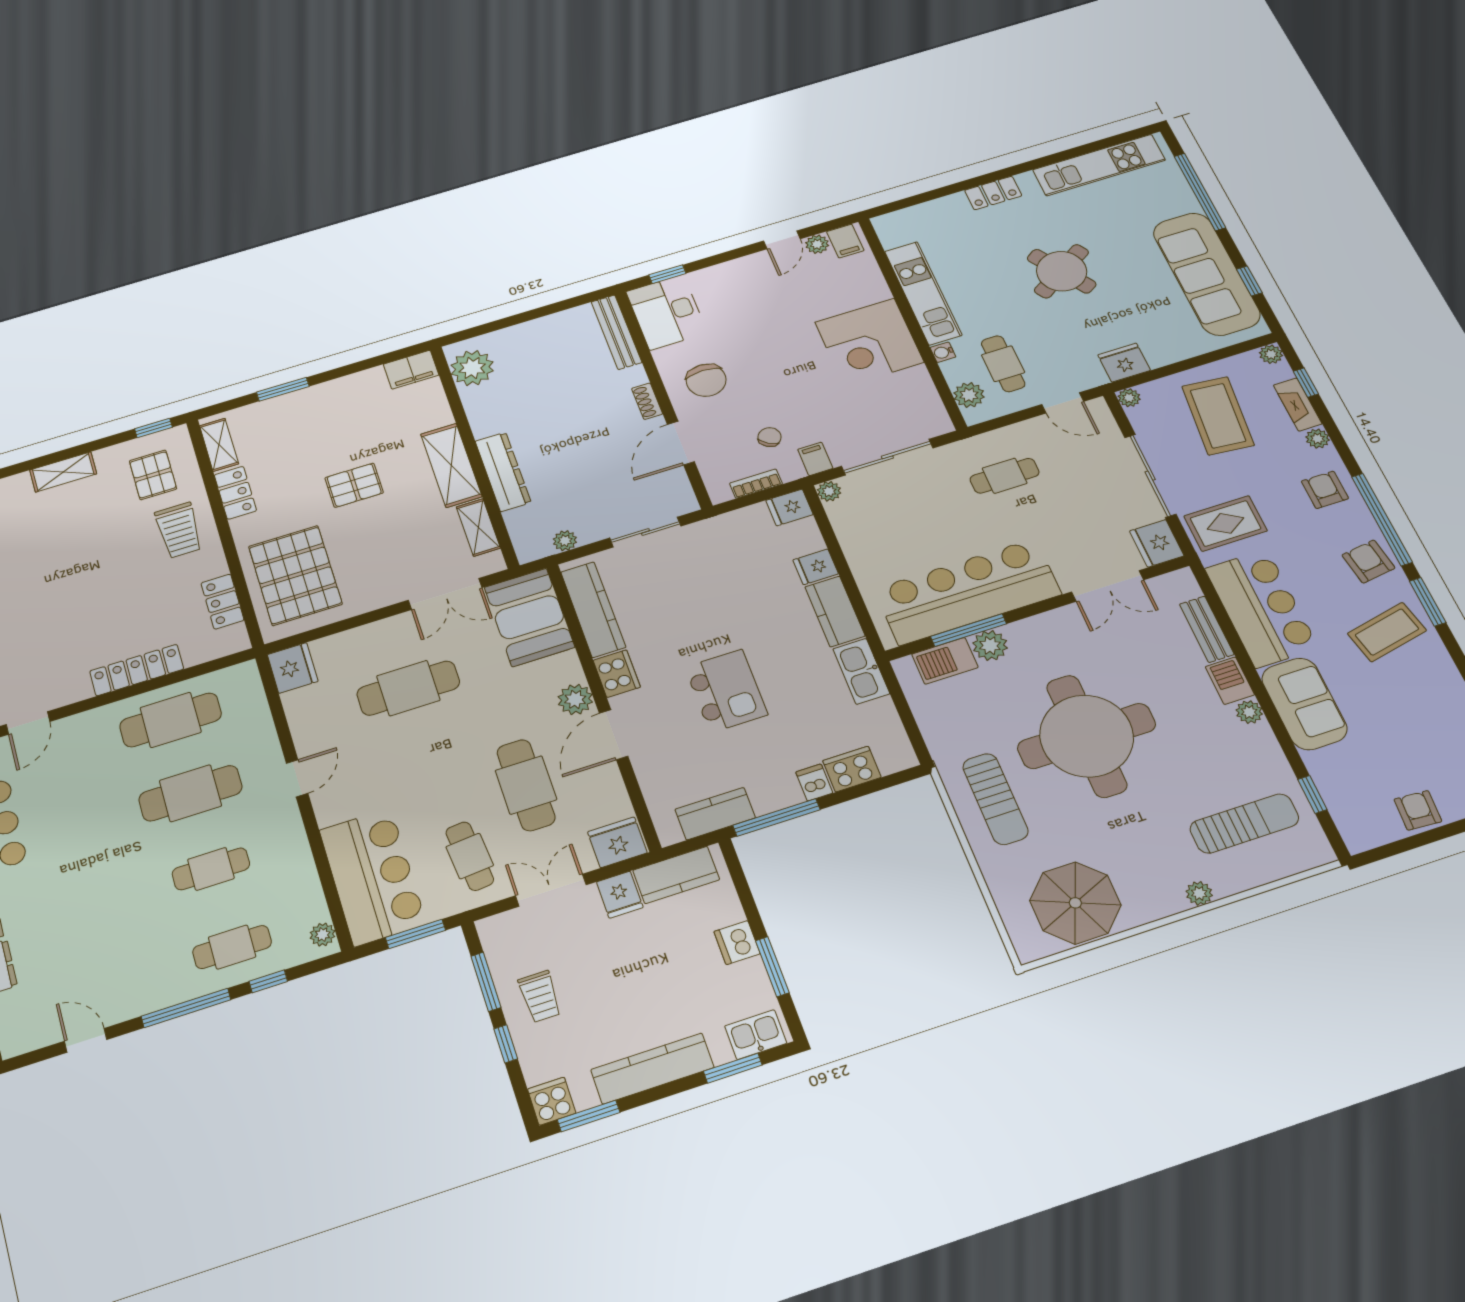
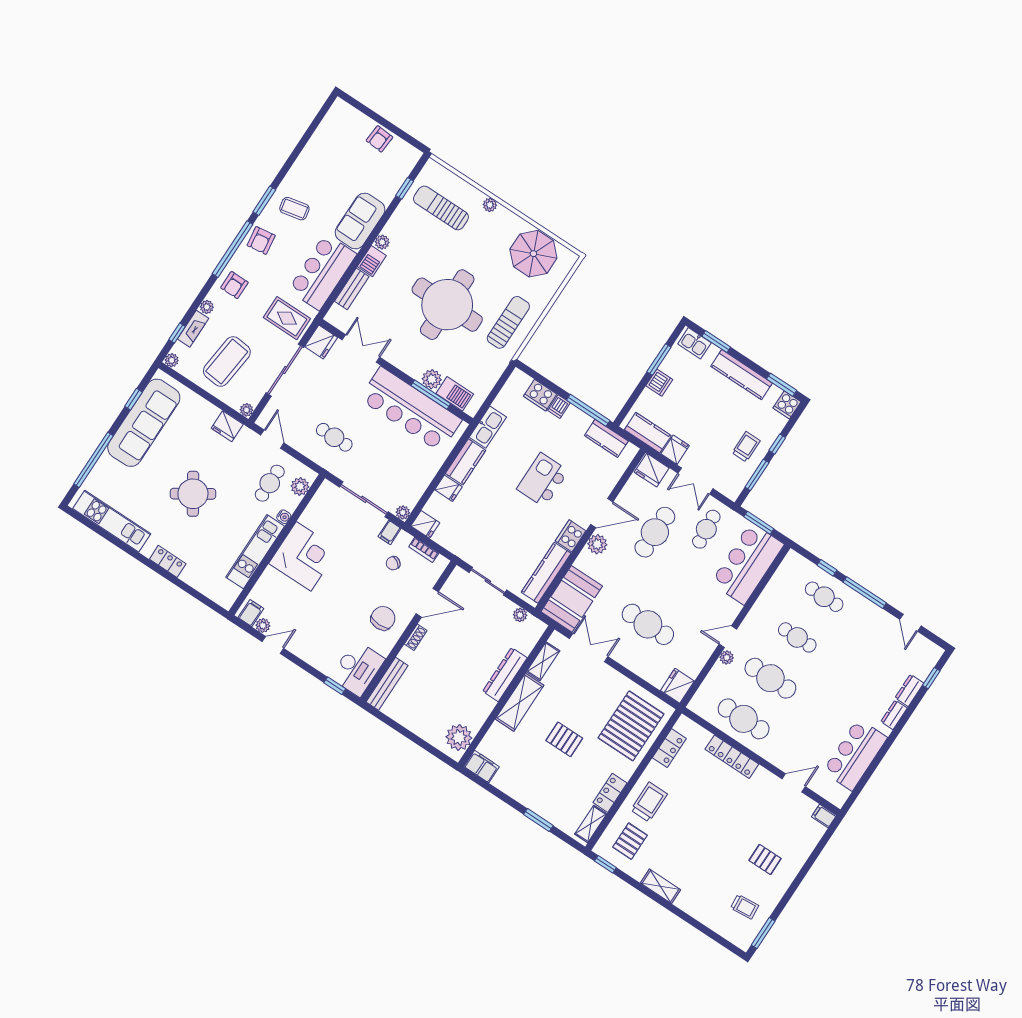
coffee table: (1387, 632) -> (294, 209), width x0.73, depth x0.77
plant: (323, 935) -> (727, 657), moved

